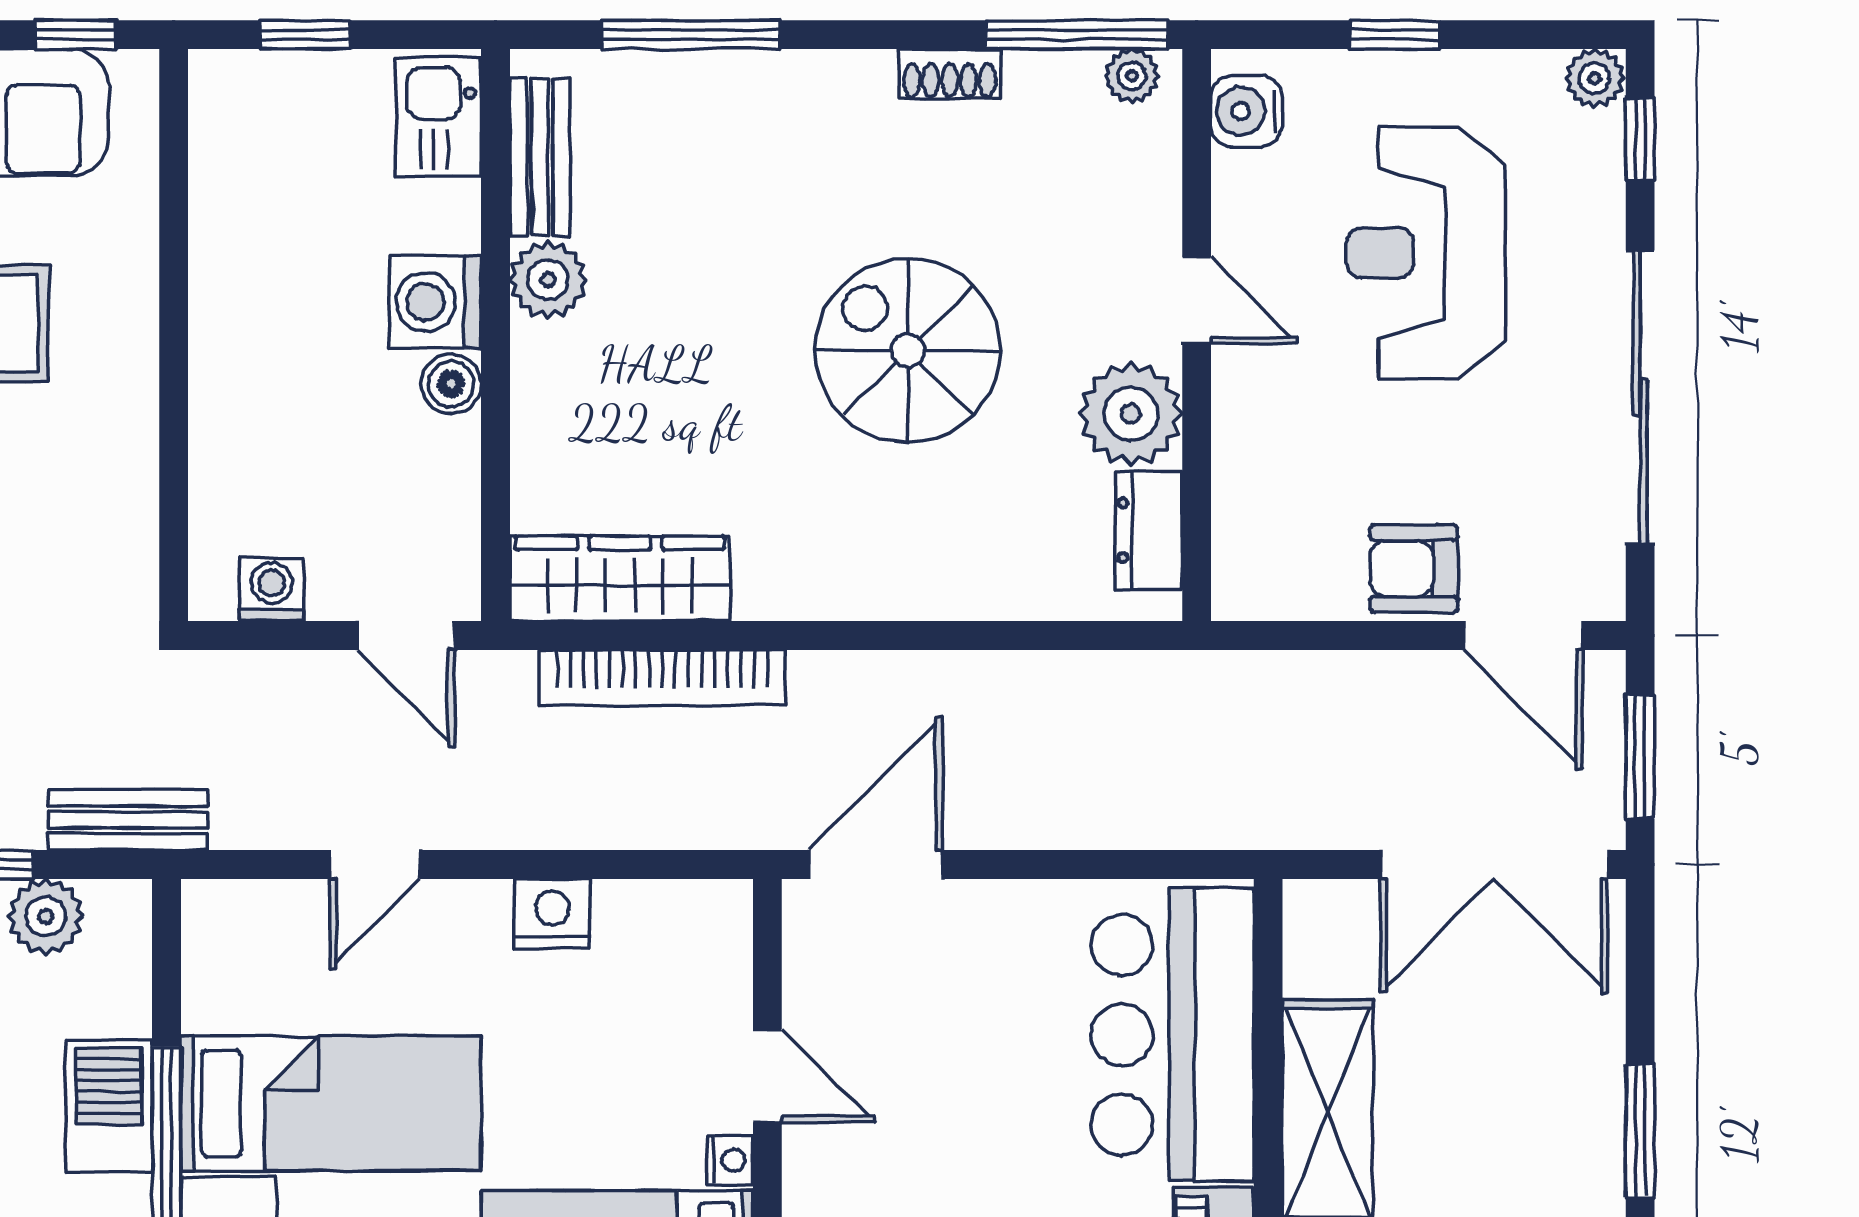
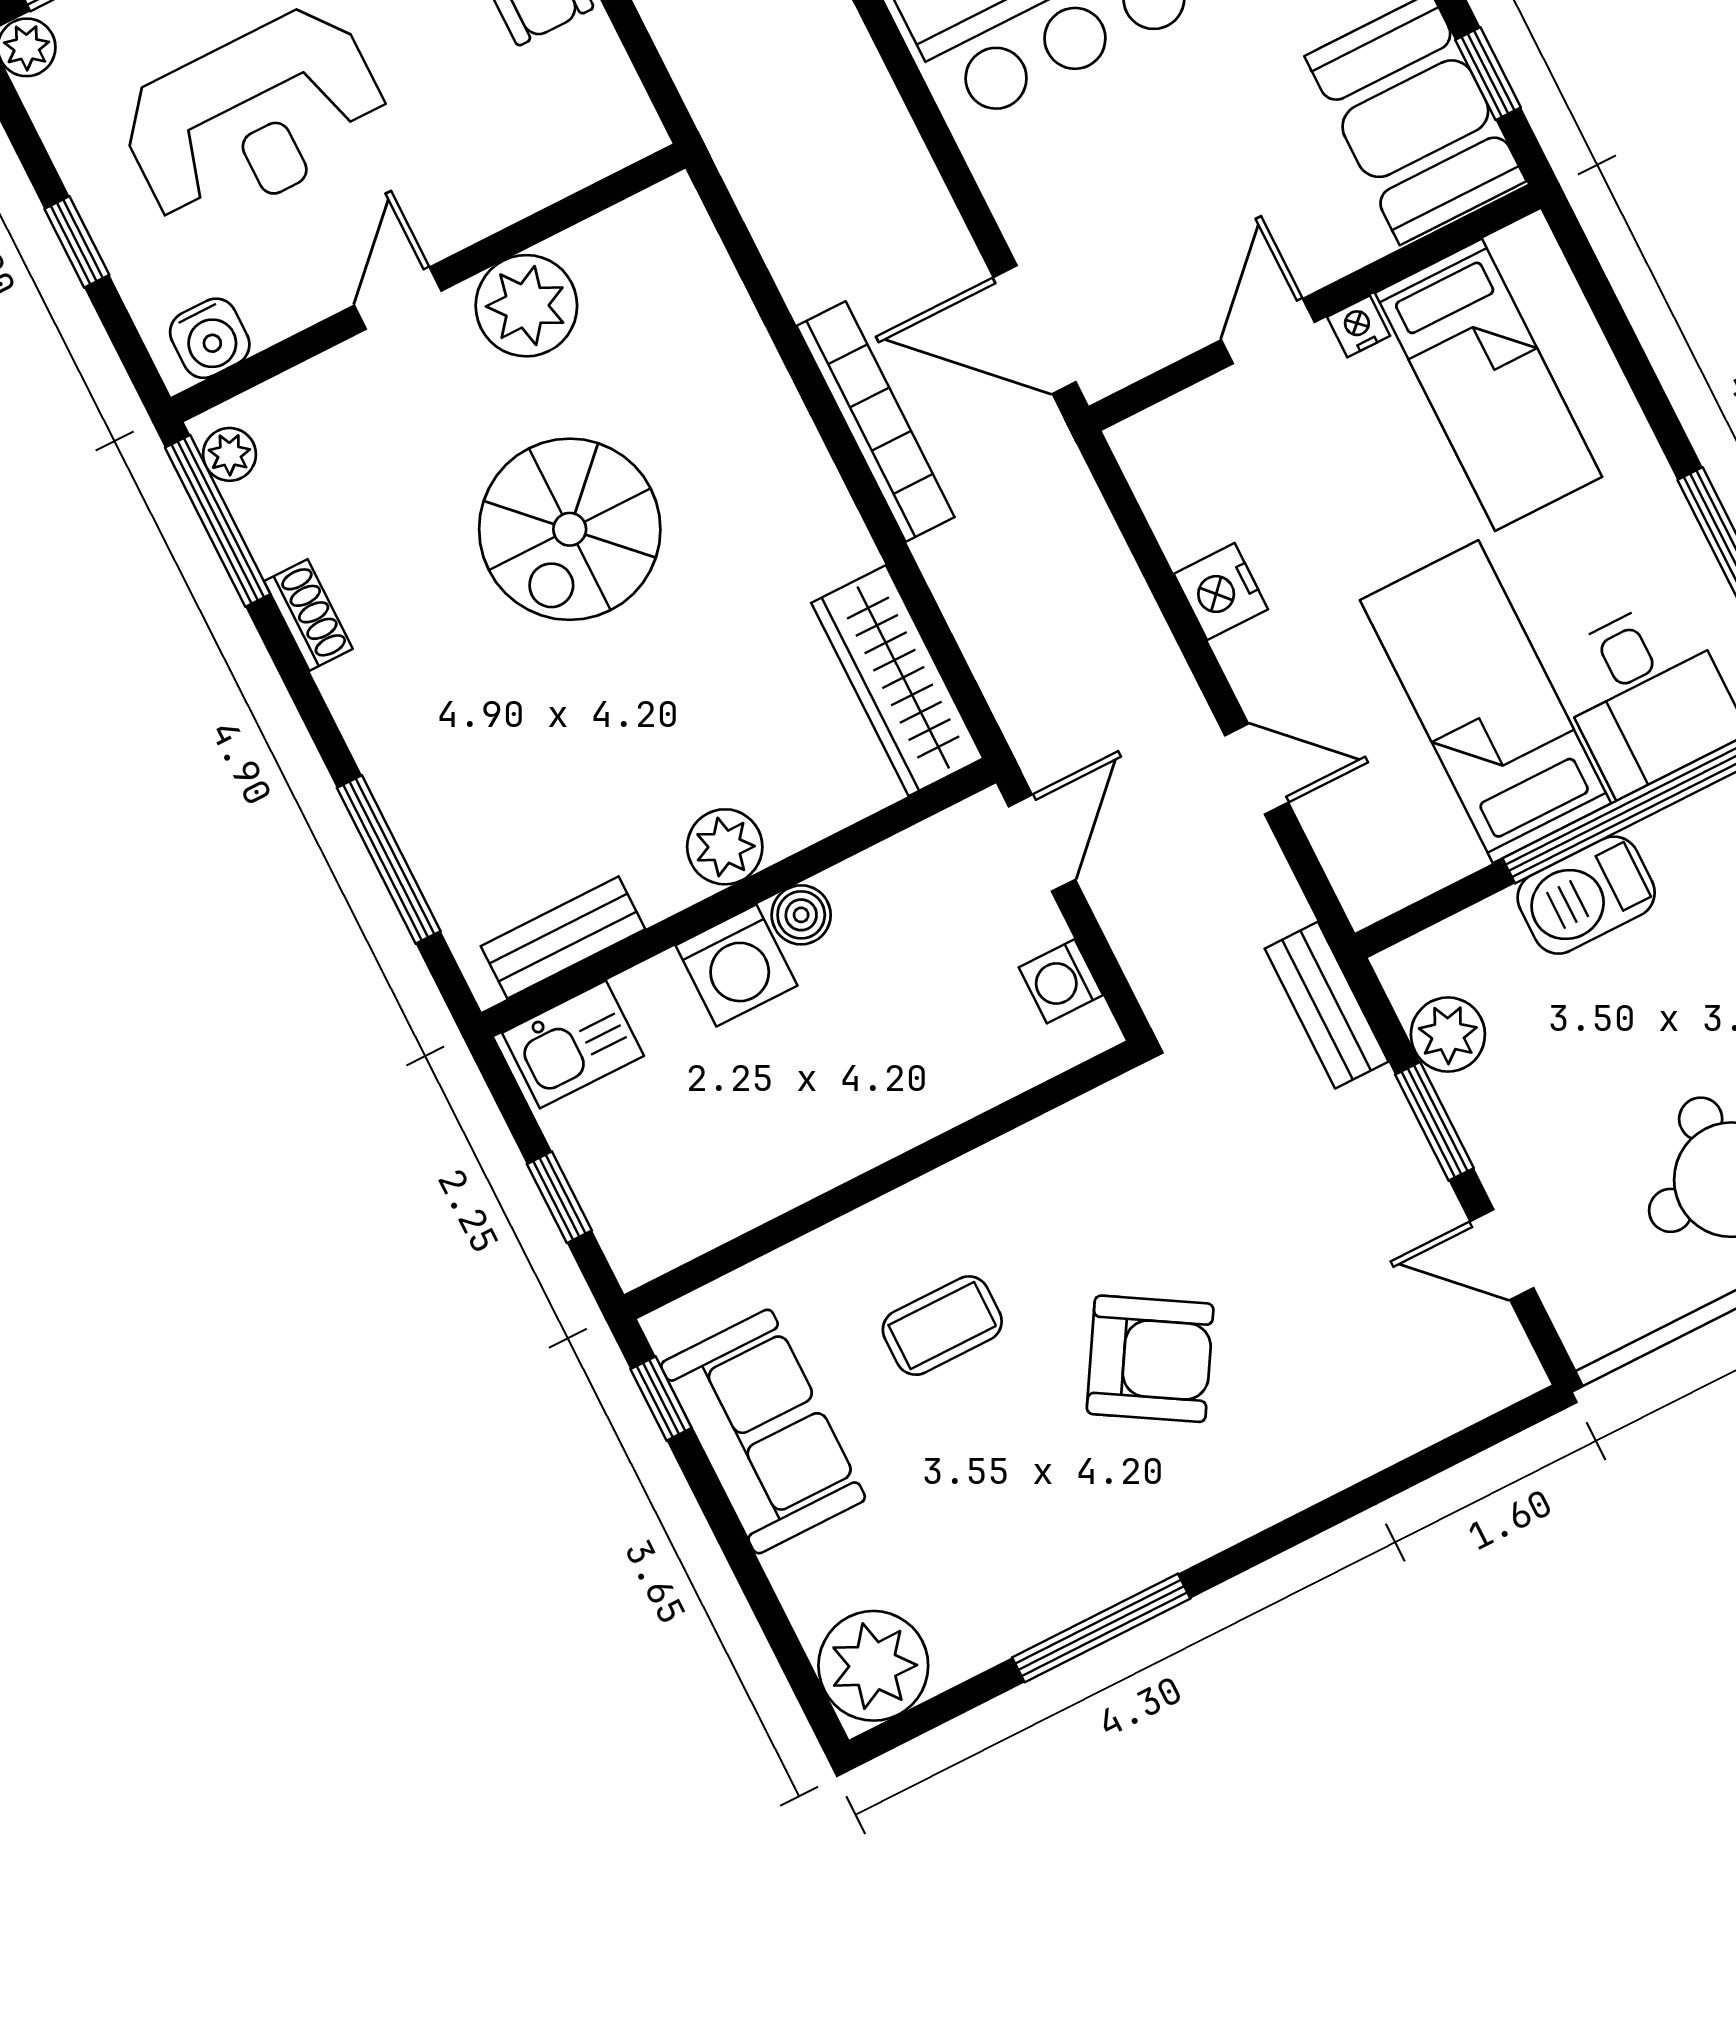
plant: (548, 280) -> (725, 847), moved
dresser: (1149, 530) -> (621, 238), removed
bookcase: (662, 678) -> (876, 422), moved

